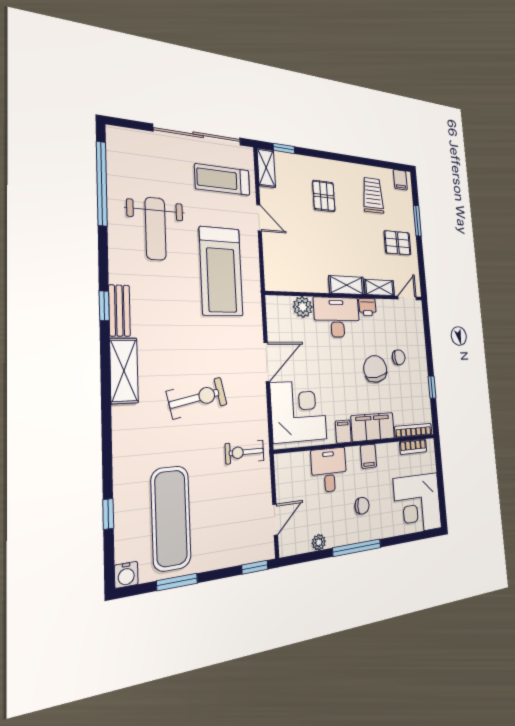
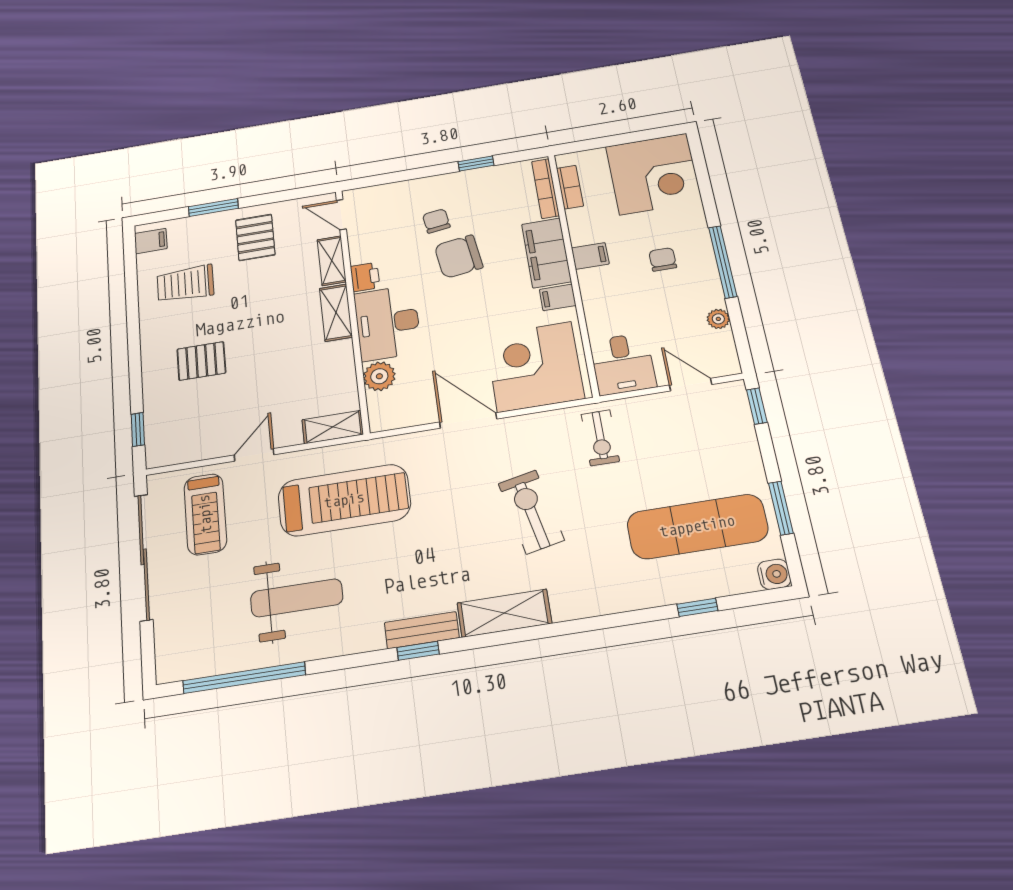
shelving: (266, 168) -> (333, 427), moved
desk: (329, 470) -> (623, 364), moved, turned -90

